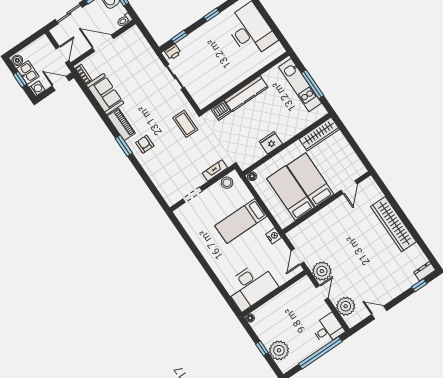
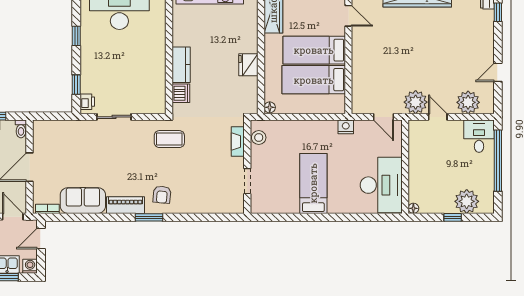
kitchen counter: (246, 94) -> (181, 65), width x0.67
armchair: (145, 144) -> (162, 195), turned -85
bed: (241, 221) -> (313, 183), moved, turned 180

